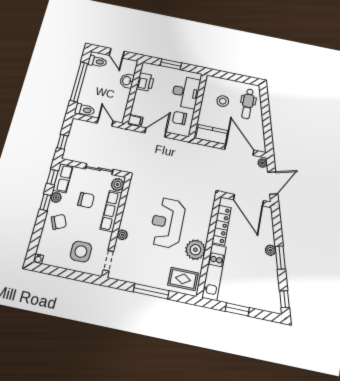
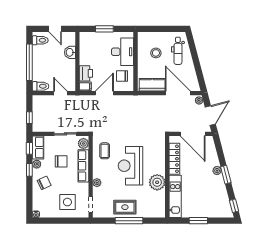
printer: (145, 82) -> (86, 73), moved
coffee table: (141, 198) -> (105, 151), added
rug: (183, 279) -> (125, 207), moved

